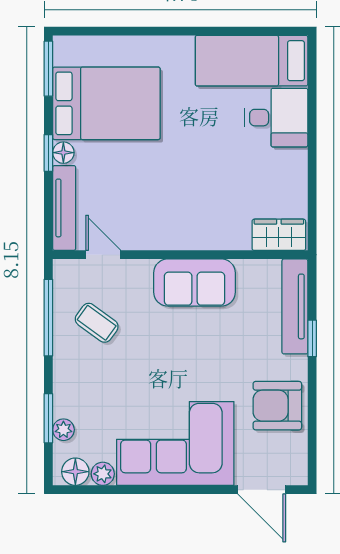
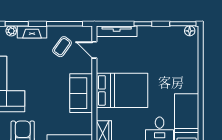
bed: (106, 103) -> (122, 90), moved, turned -90
floor lamp: (63, 153) -> (190, 31), moved
door: (103, 255) -> (94, 50), swing flipped
fireplace: (66, 386) -> (32, 32), added

